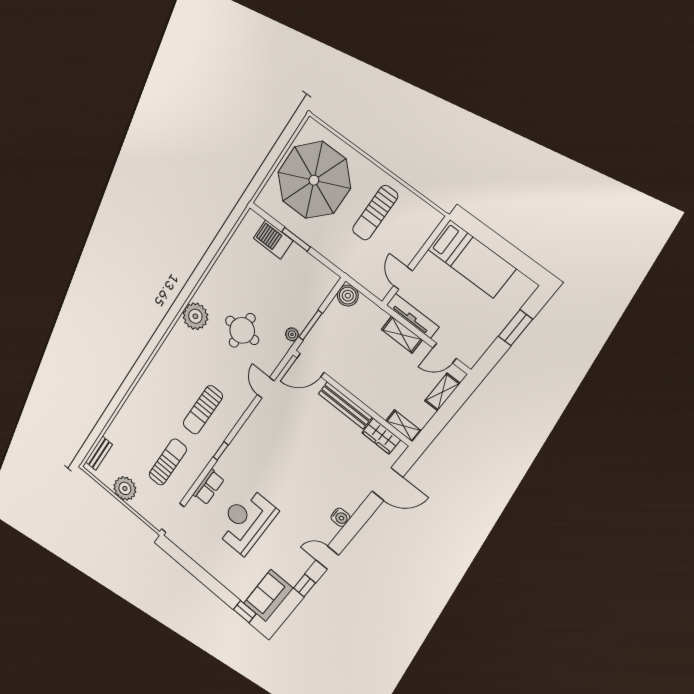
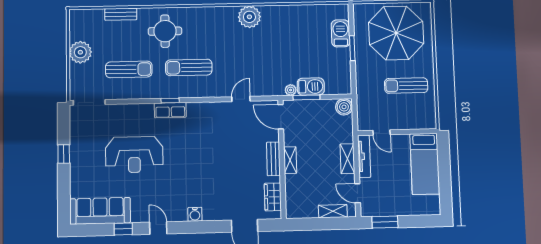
door: (403, 278) -> (382, 132), swing flipped
barbecue: (303, 312) -> (311, 87), added
window: (515, 328) -> (385, 222), moved
round table: (242, 330) -> (165, 31), moved
bench: (345, 405) -> (273, 159), width x0.73
shelving: (403, 426) -> (290, 160), moved
bench: (99, 453) -> (121, 14), moved
row of seats: (209, 487) -> (170, 110), moved
reception desk: (246, 521) -> (134, 155), turned 180
sofa: (268, 596) -> (100, 211), width x1.36
window: (245, 612) -> (64, 154), moved

